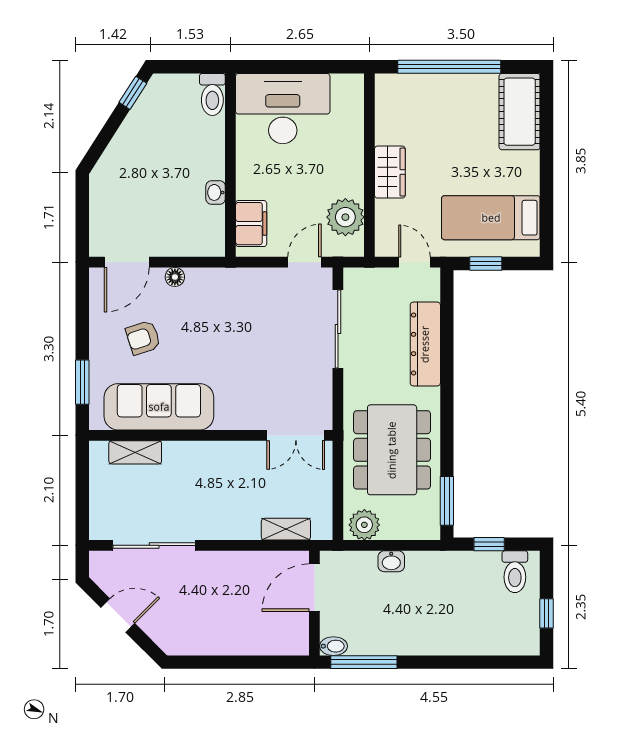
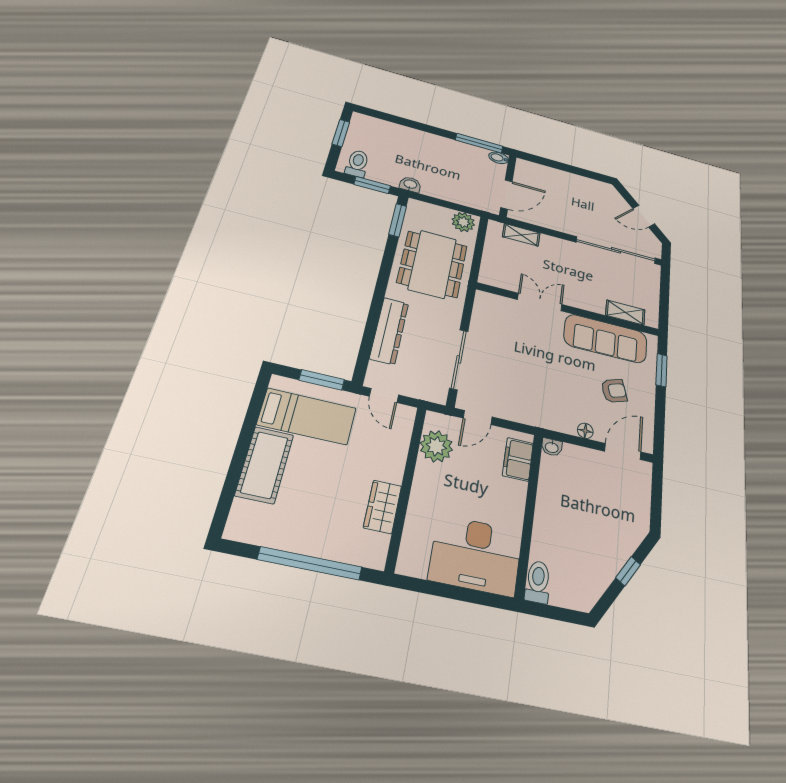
window: (133, 93) -> (628, 571), moved
cot: (520, 112) -> (265, 465), moved
wardrobe: (390, 172) -> (383, 507), moved
washbasin: (216, 192) -> (552, 447), moved, turned 90
window: (486, 263) -> (322, 380), width x1.50
double door: (296, 435) -> (540, 302), moved
window: (489, 544) -> (372, 185), width x1.50
sliding door: (154, 545) -> (616, 250), width x1.36
washbasin: (391, 561) -> (410, 184), moved
window: (546, 613) -> (341, 133), width x1.50

